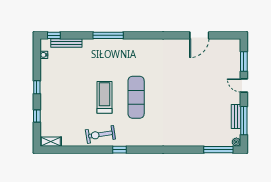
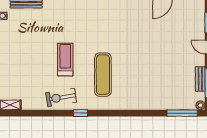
exercise mat: (136, 97) -> (103, 75), moved

